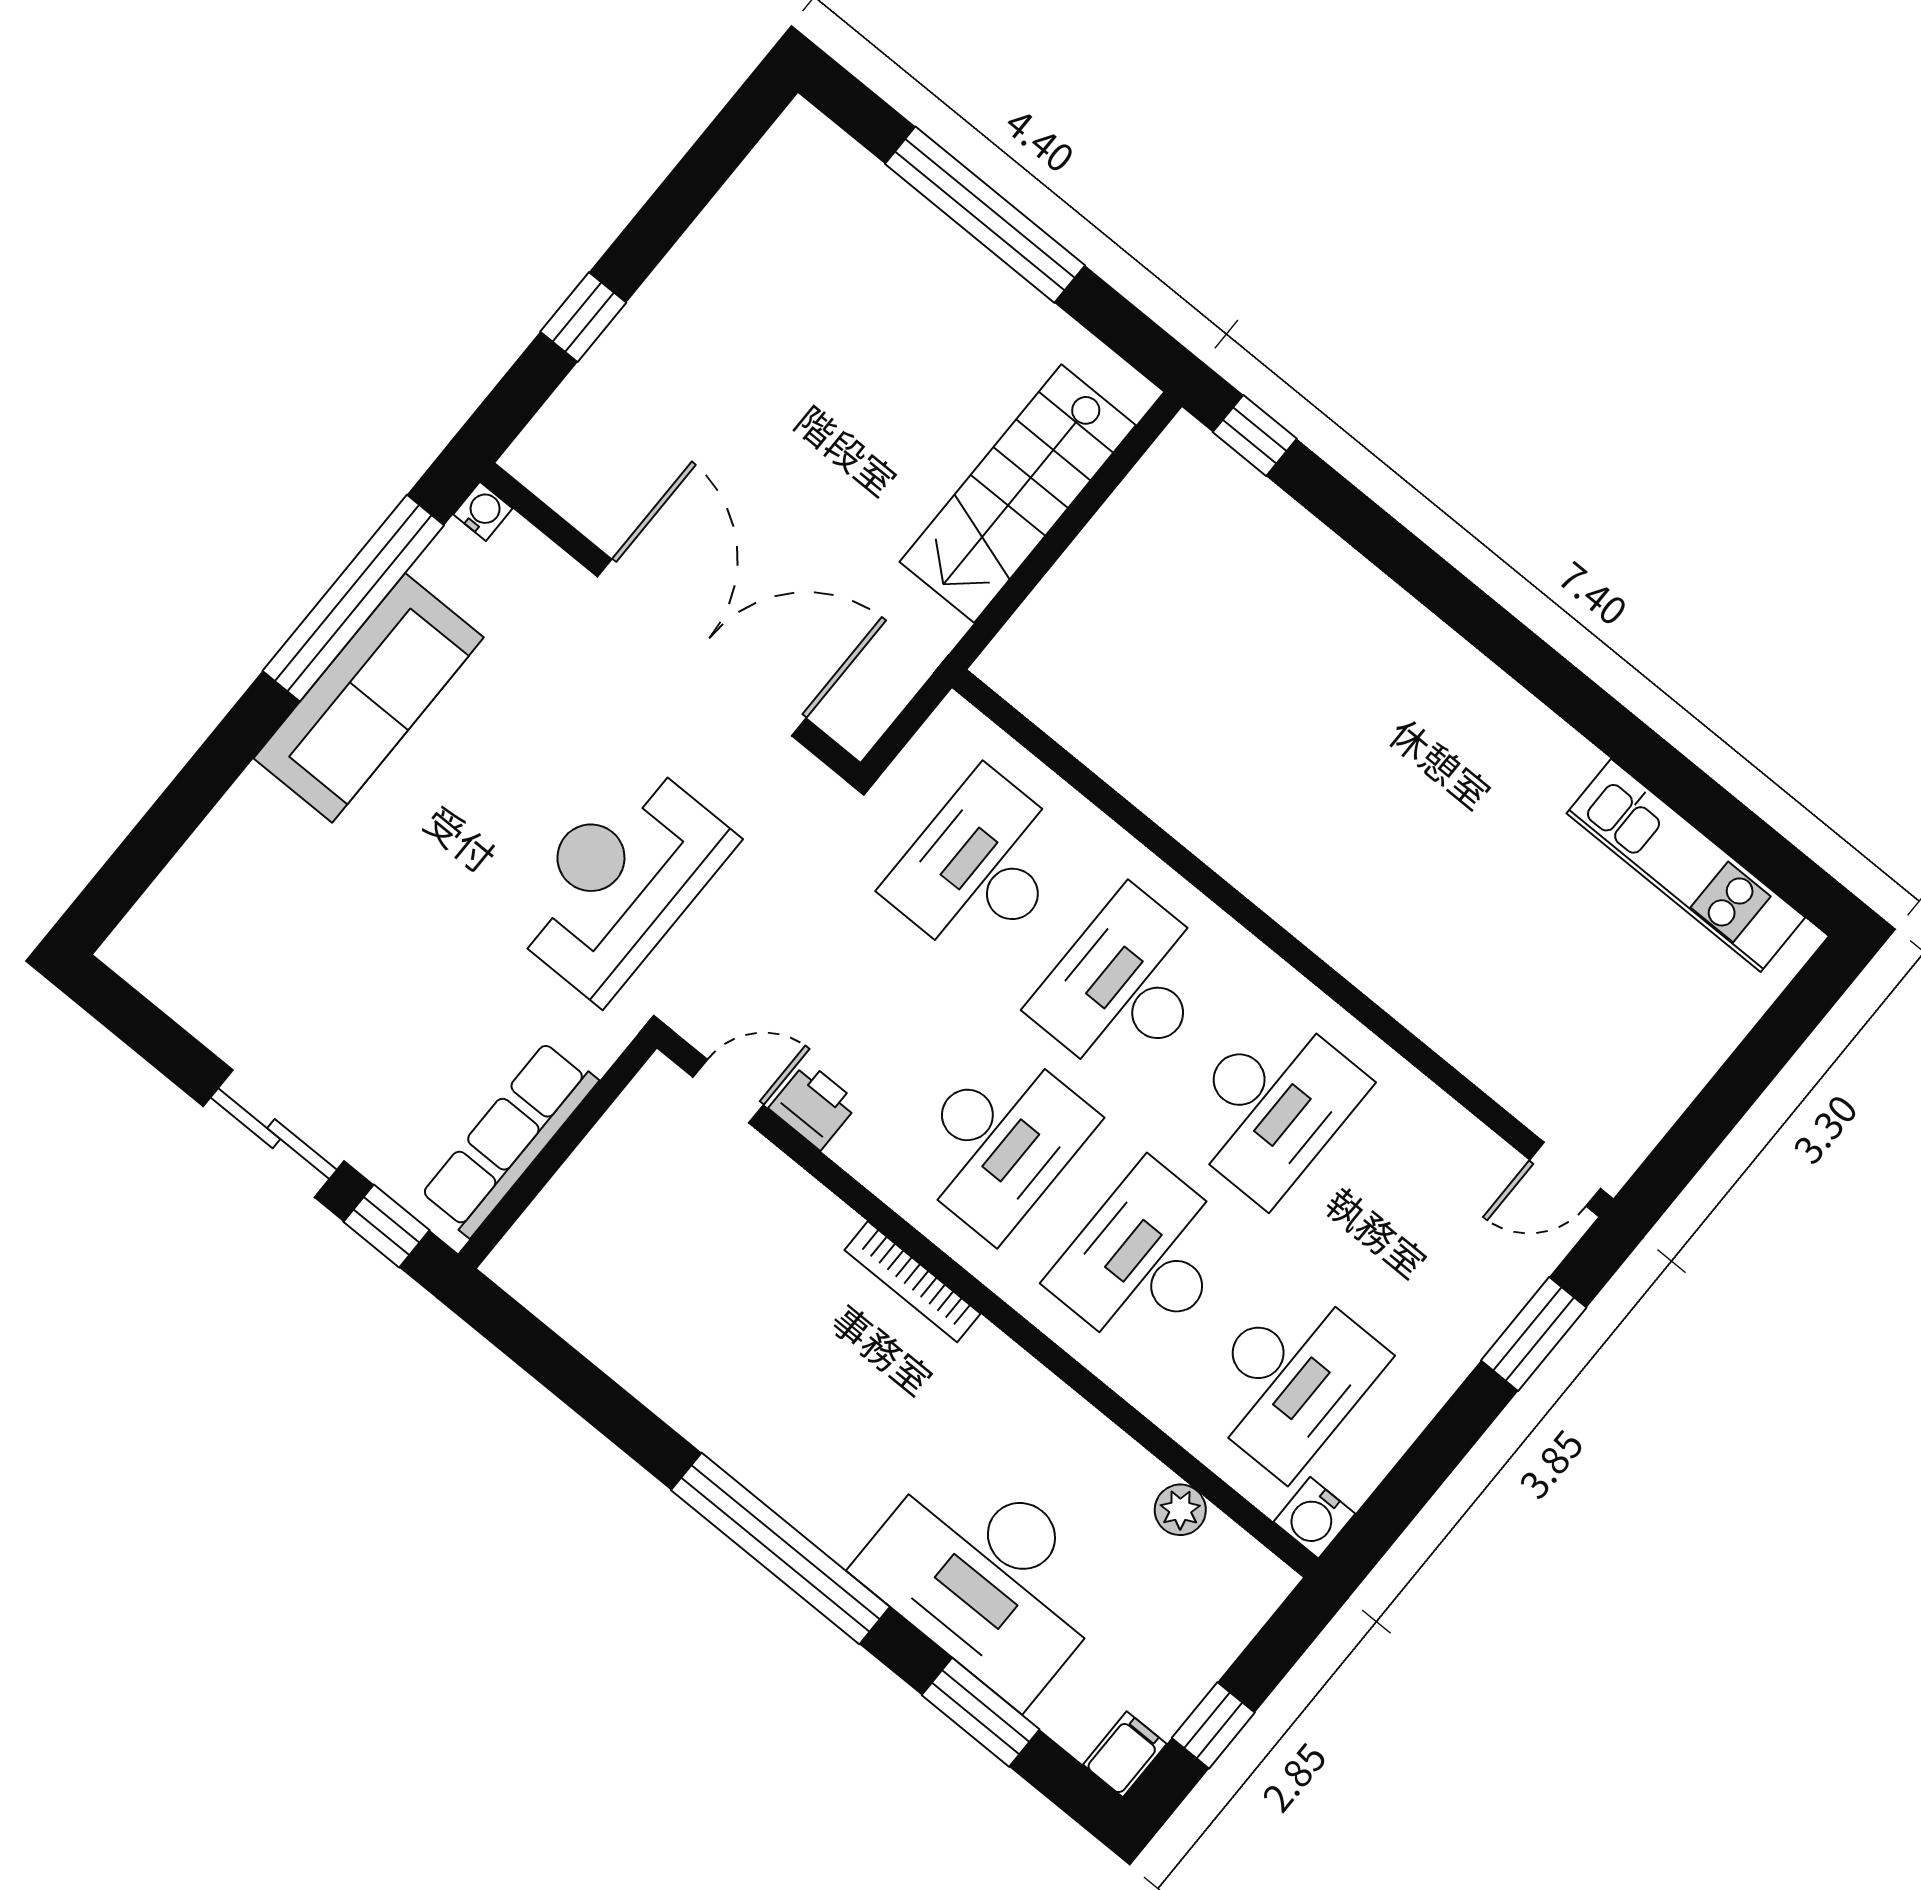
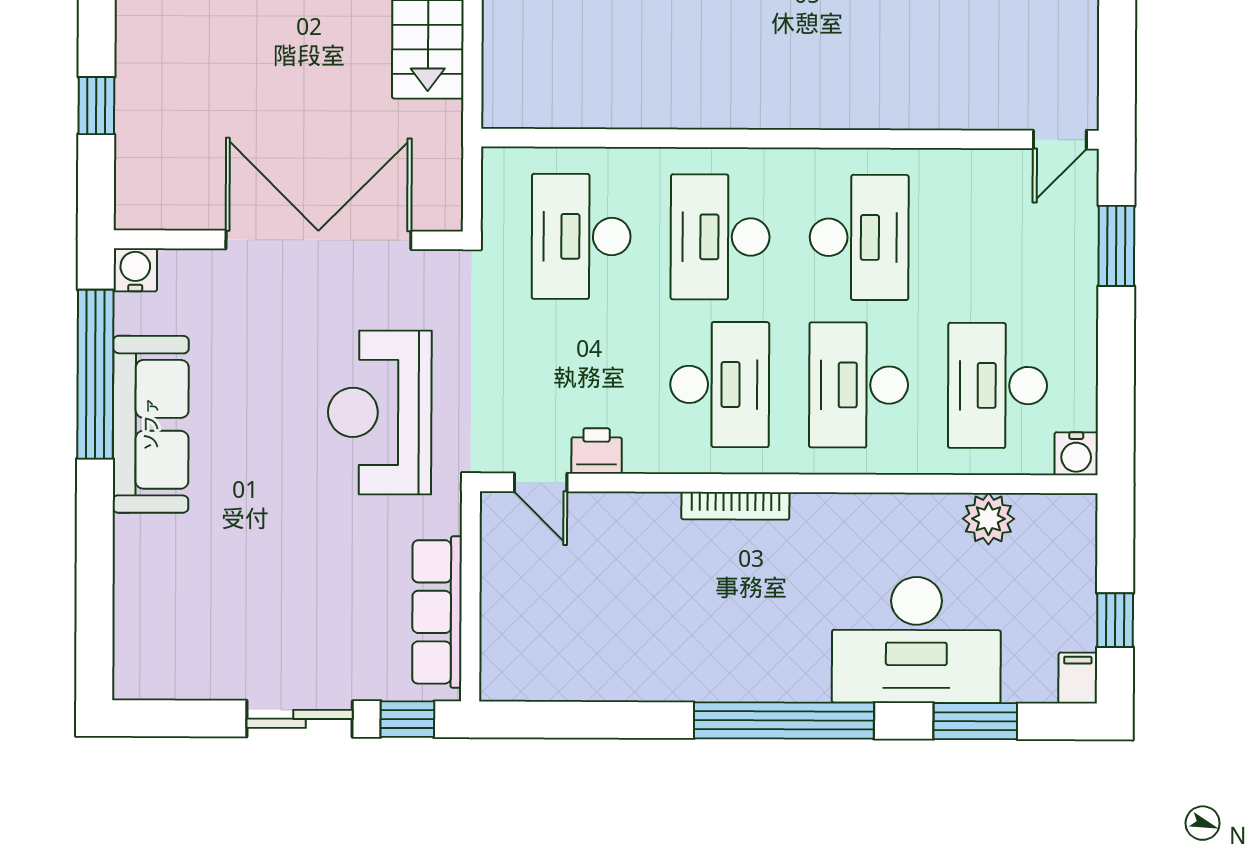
water cooler: (483, 511) -> (135, 270), width x1.38, depth x1.38
door: (728, 1091) -> (541, 482), swing flipped
desk: (1290, 1379) -> (998, 385), turned 180
plant: (1180, 1510) -> (988, 519), width x1.38, depth x1.38

